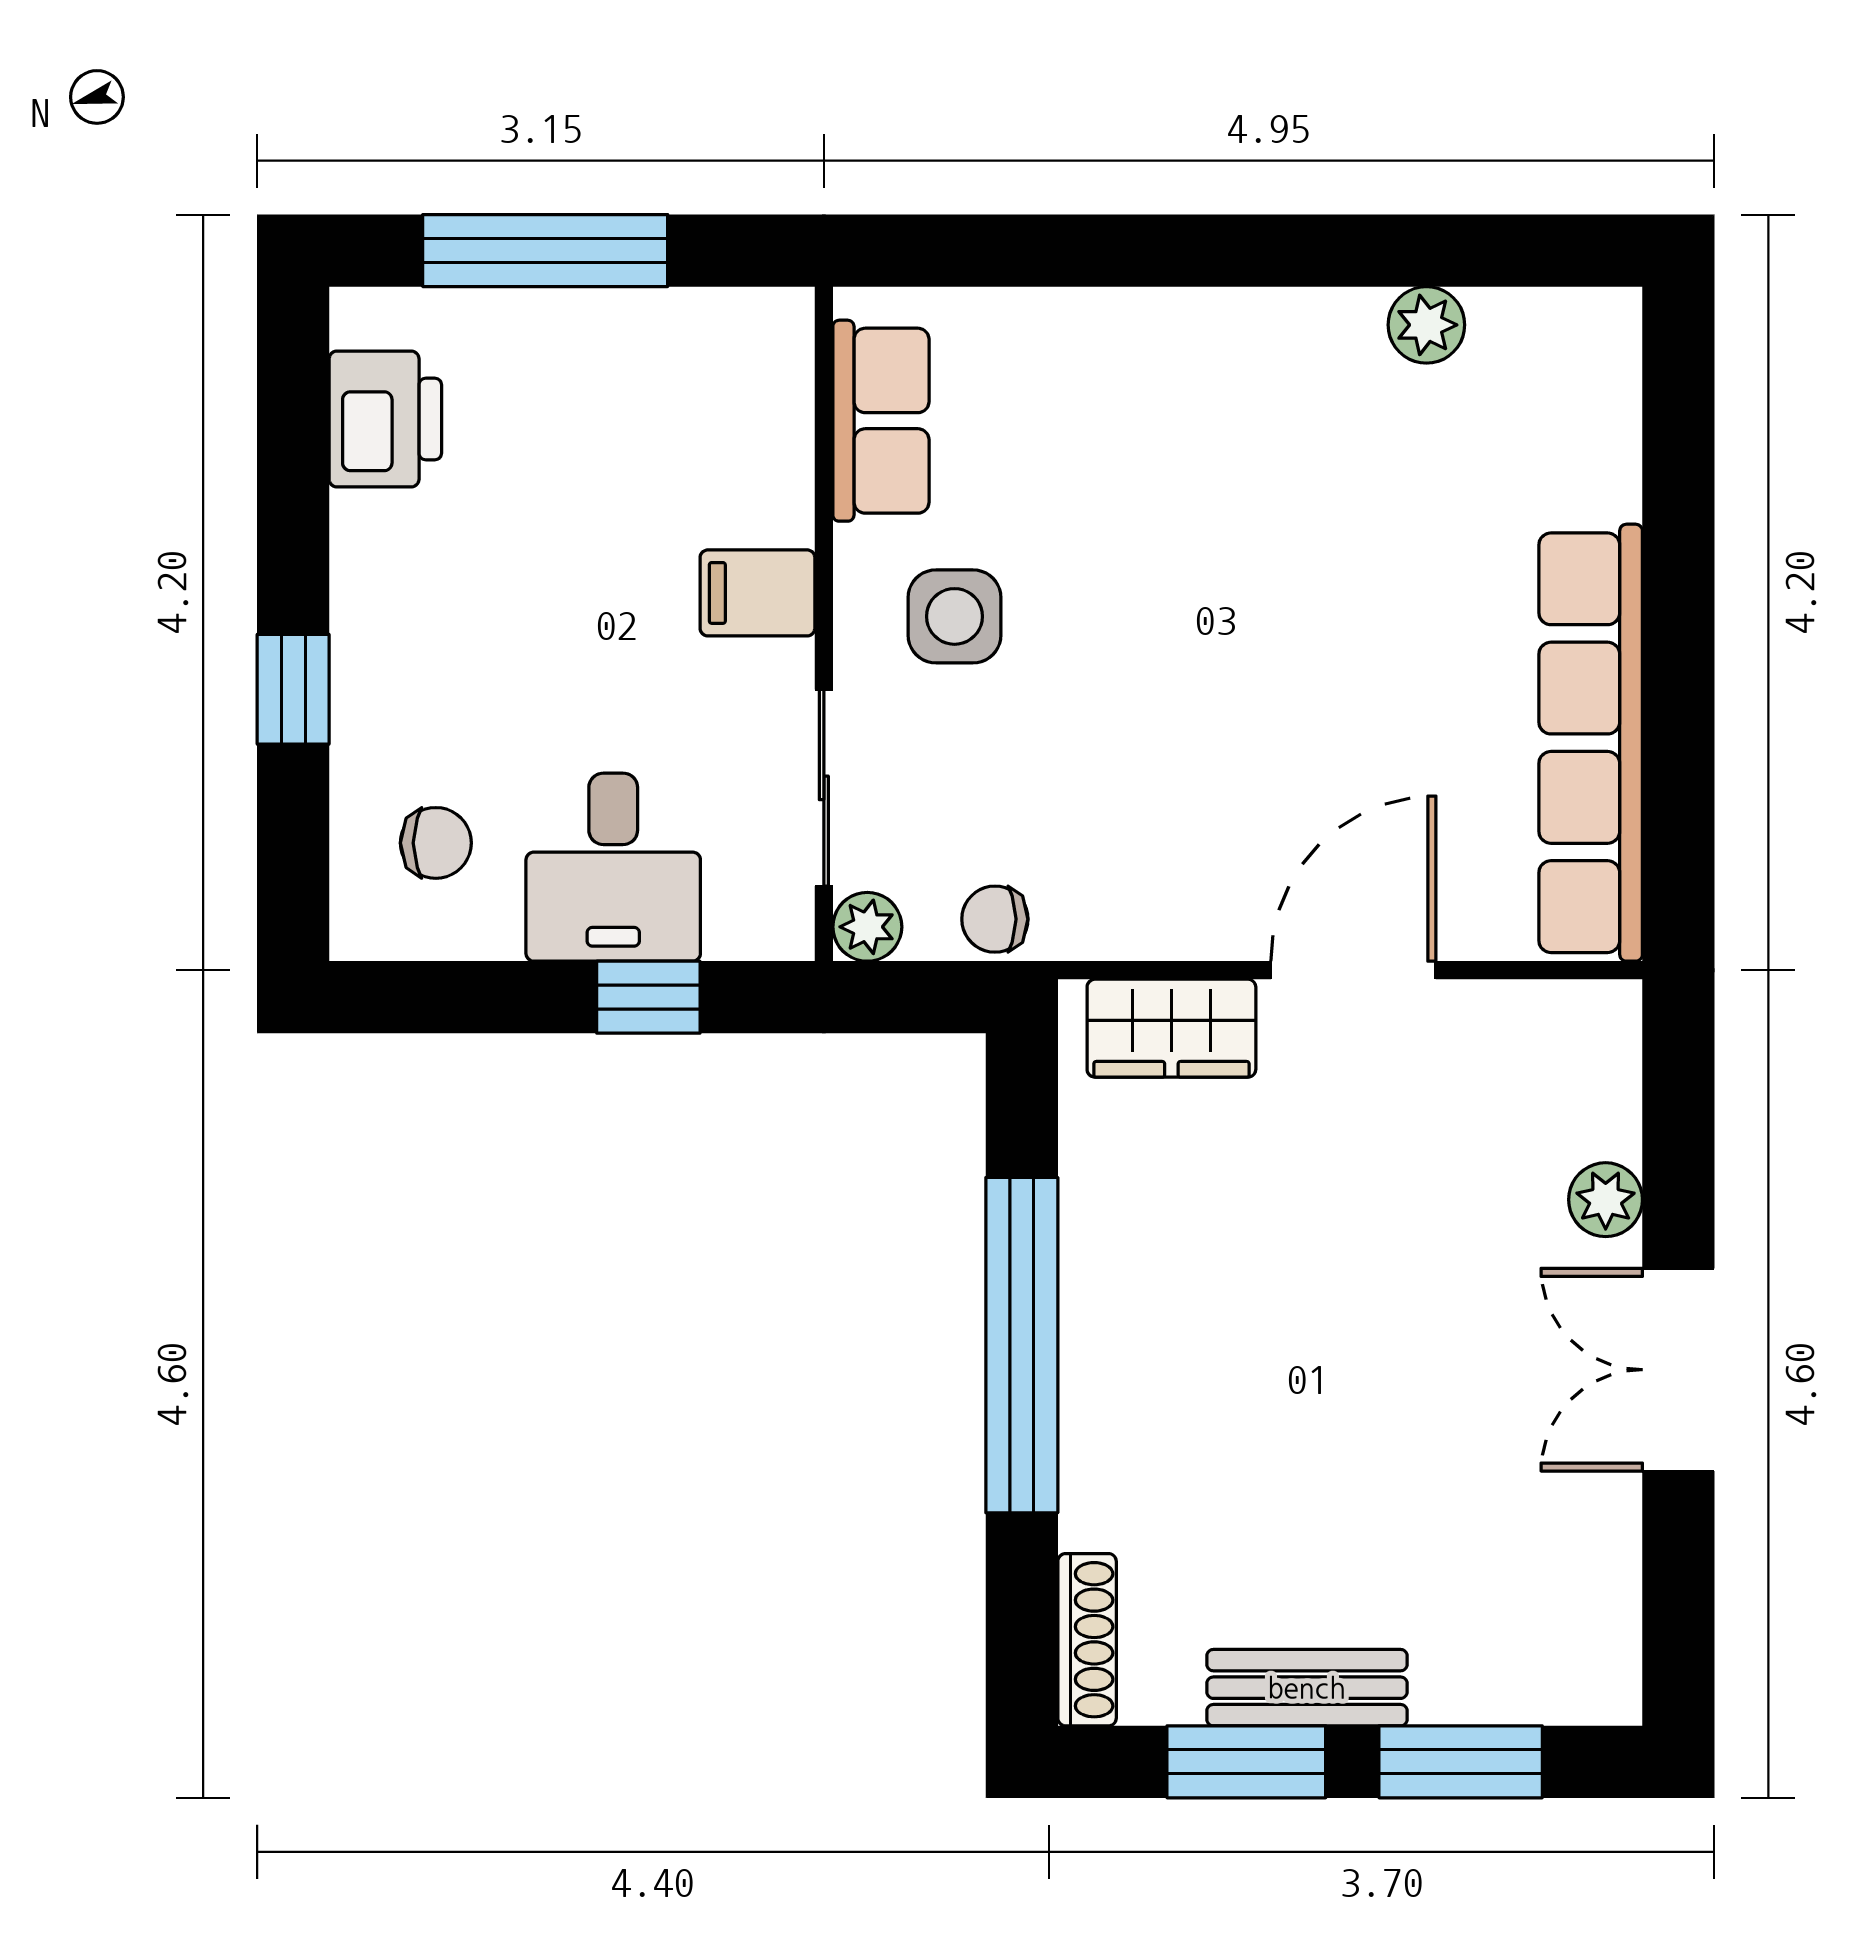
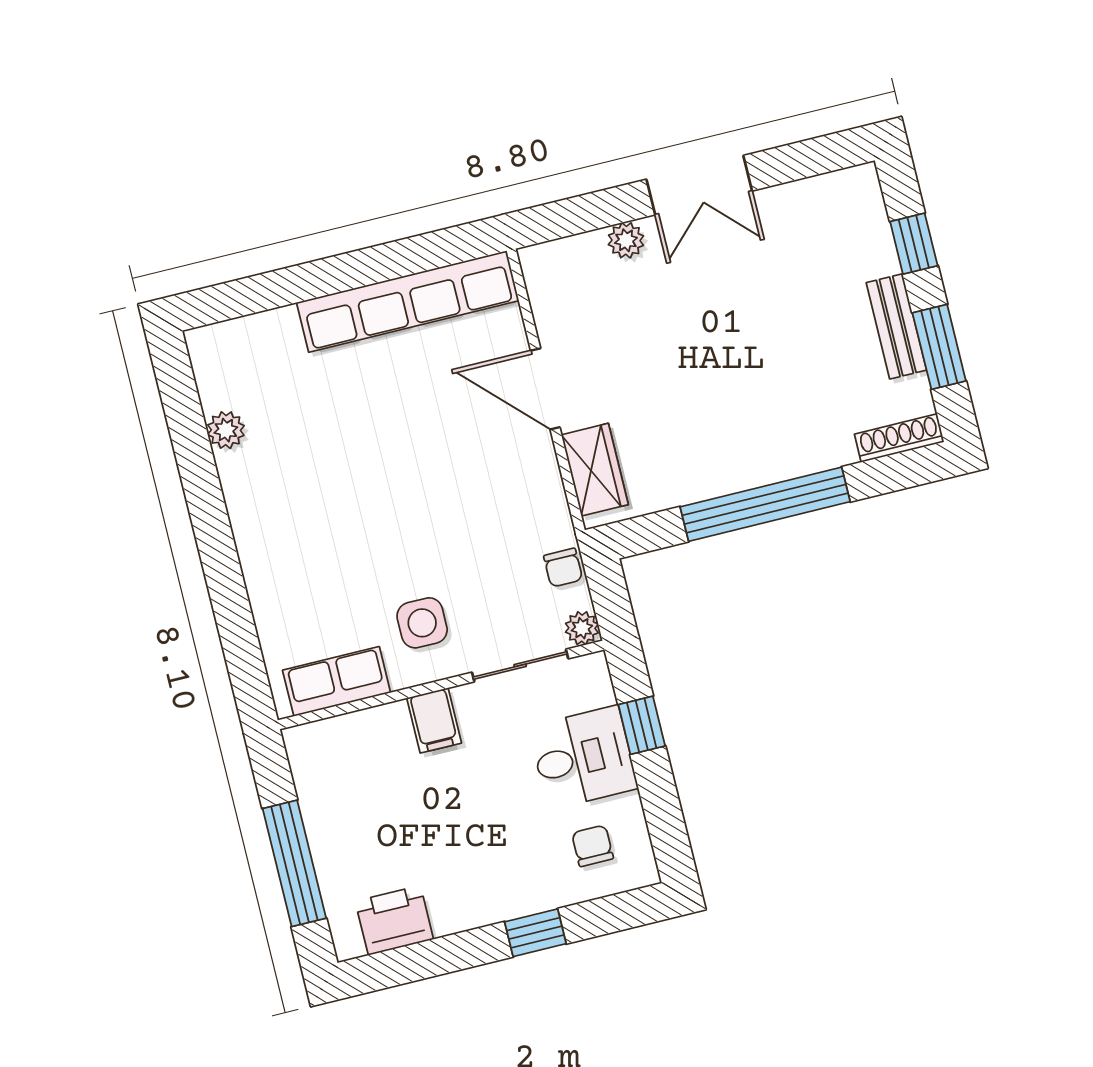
window: (1461, 1762) -> (914, 244), width x0.67

